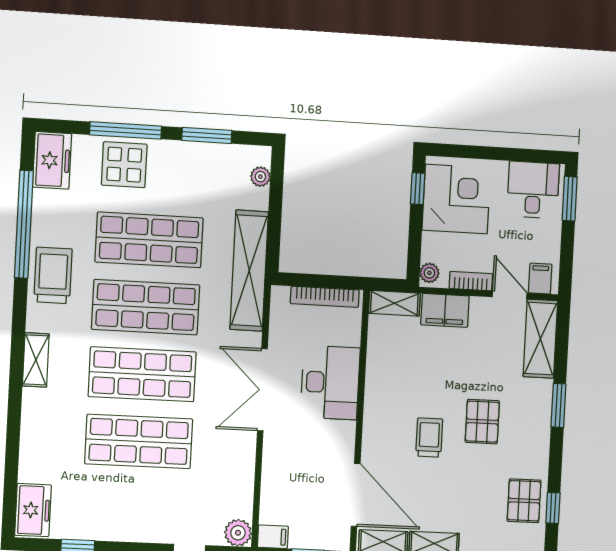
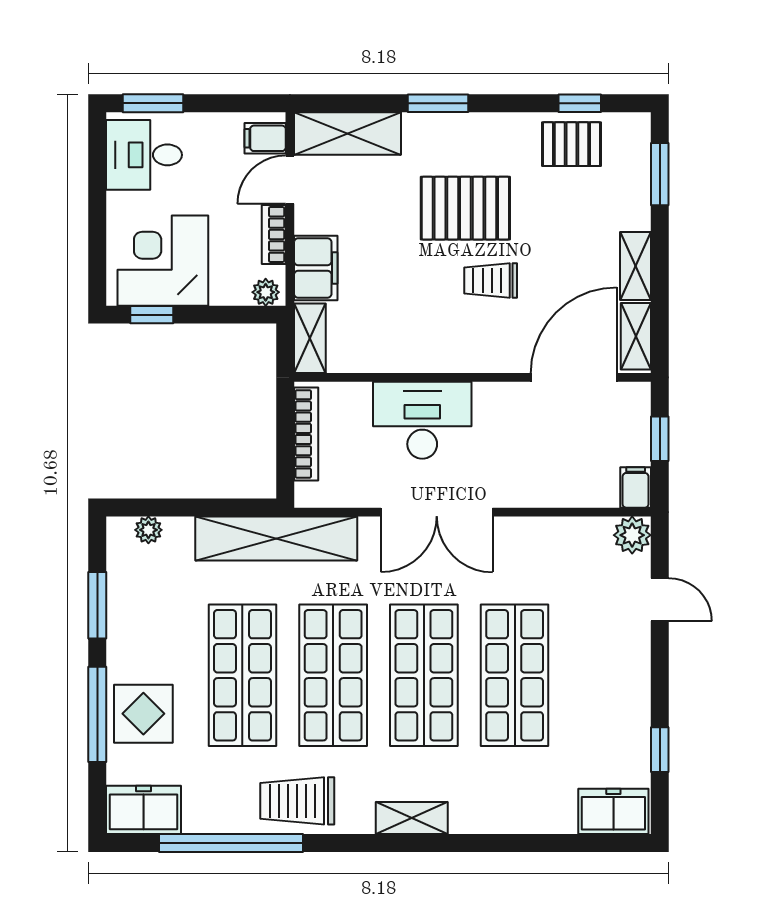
pallet: (482, 422) -> (465, 208), width x1.50, depth x1.42

